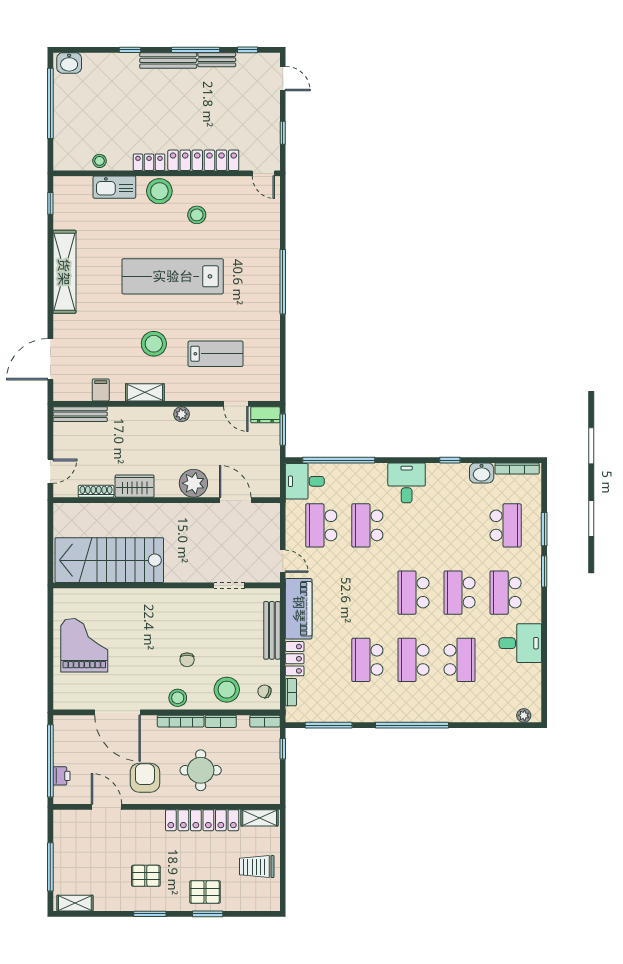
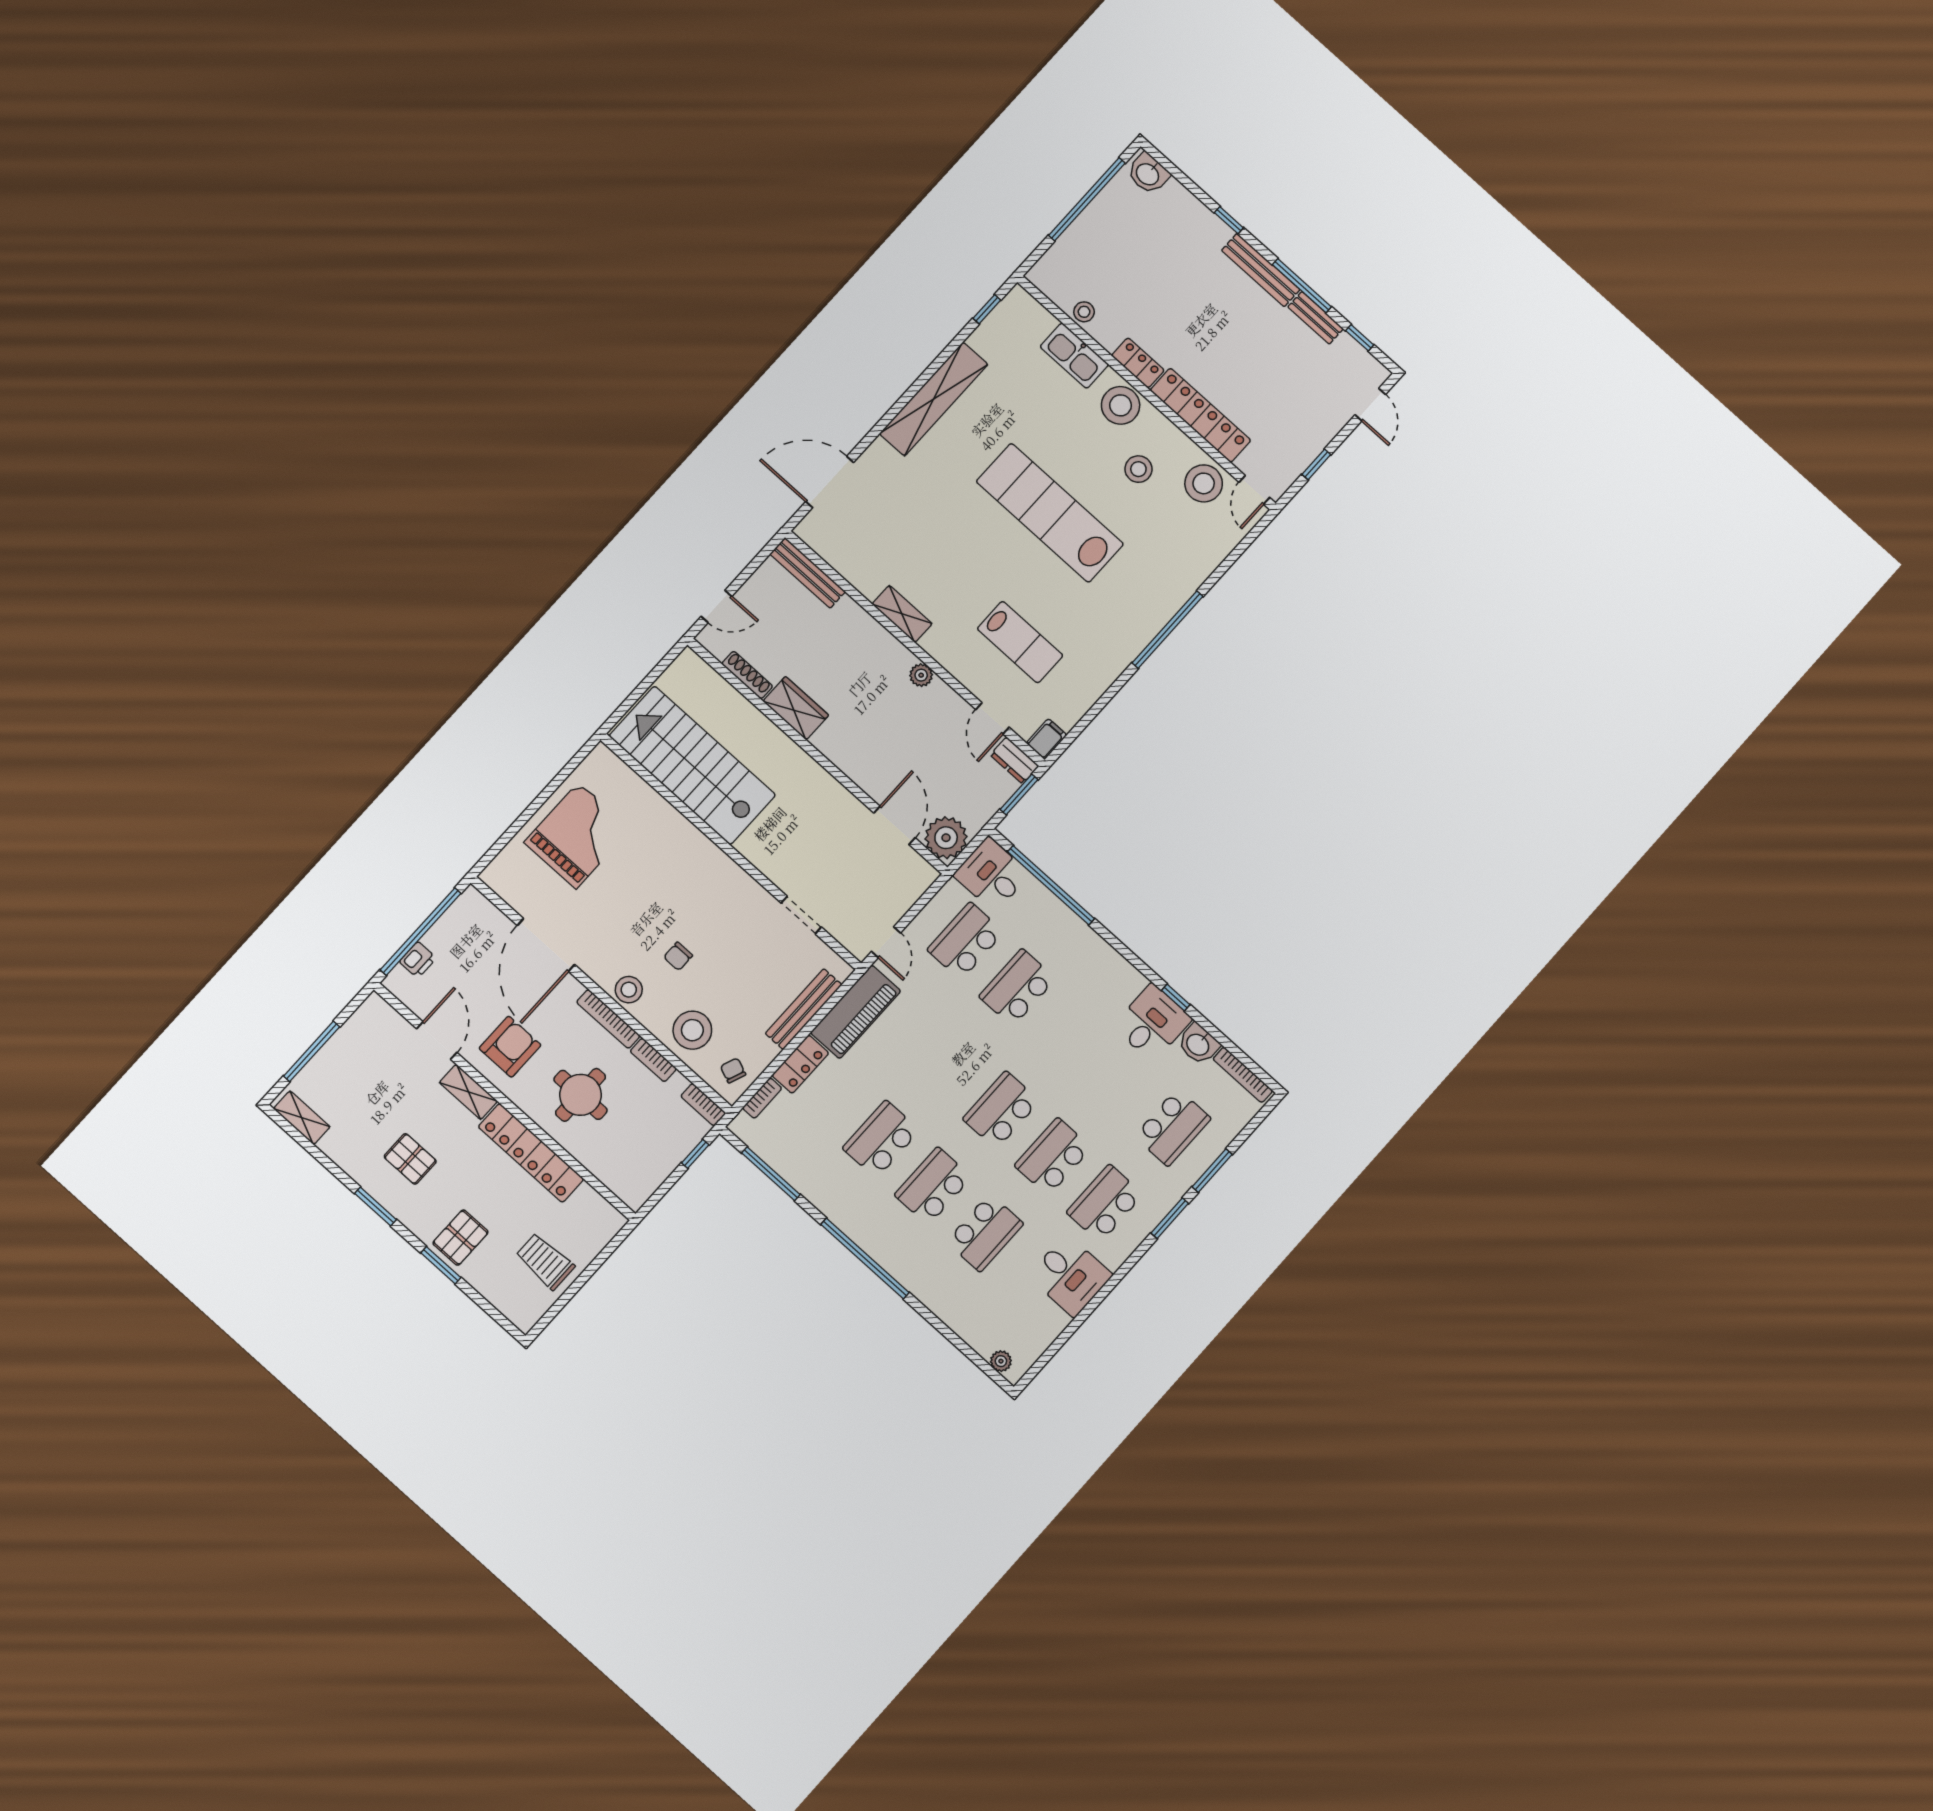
stool: (154, 344) -> (1204, 483), moved
filing cabinet: (101, 390) -> (1047, 739), moved
plant: (193, 483) -> (946, 838), moved
desk: (407, 483) -> (1152, 1023), moved
shelving: (260, 818) -> (468, 1092), moved
pallet: (205, 892) -> (460, 1238), turned 90

